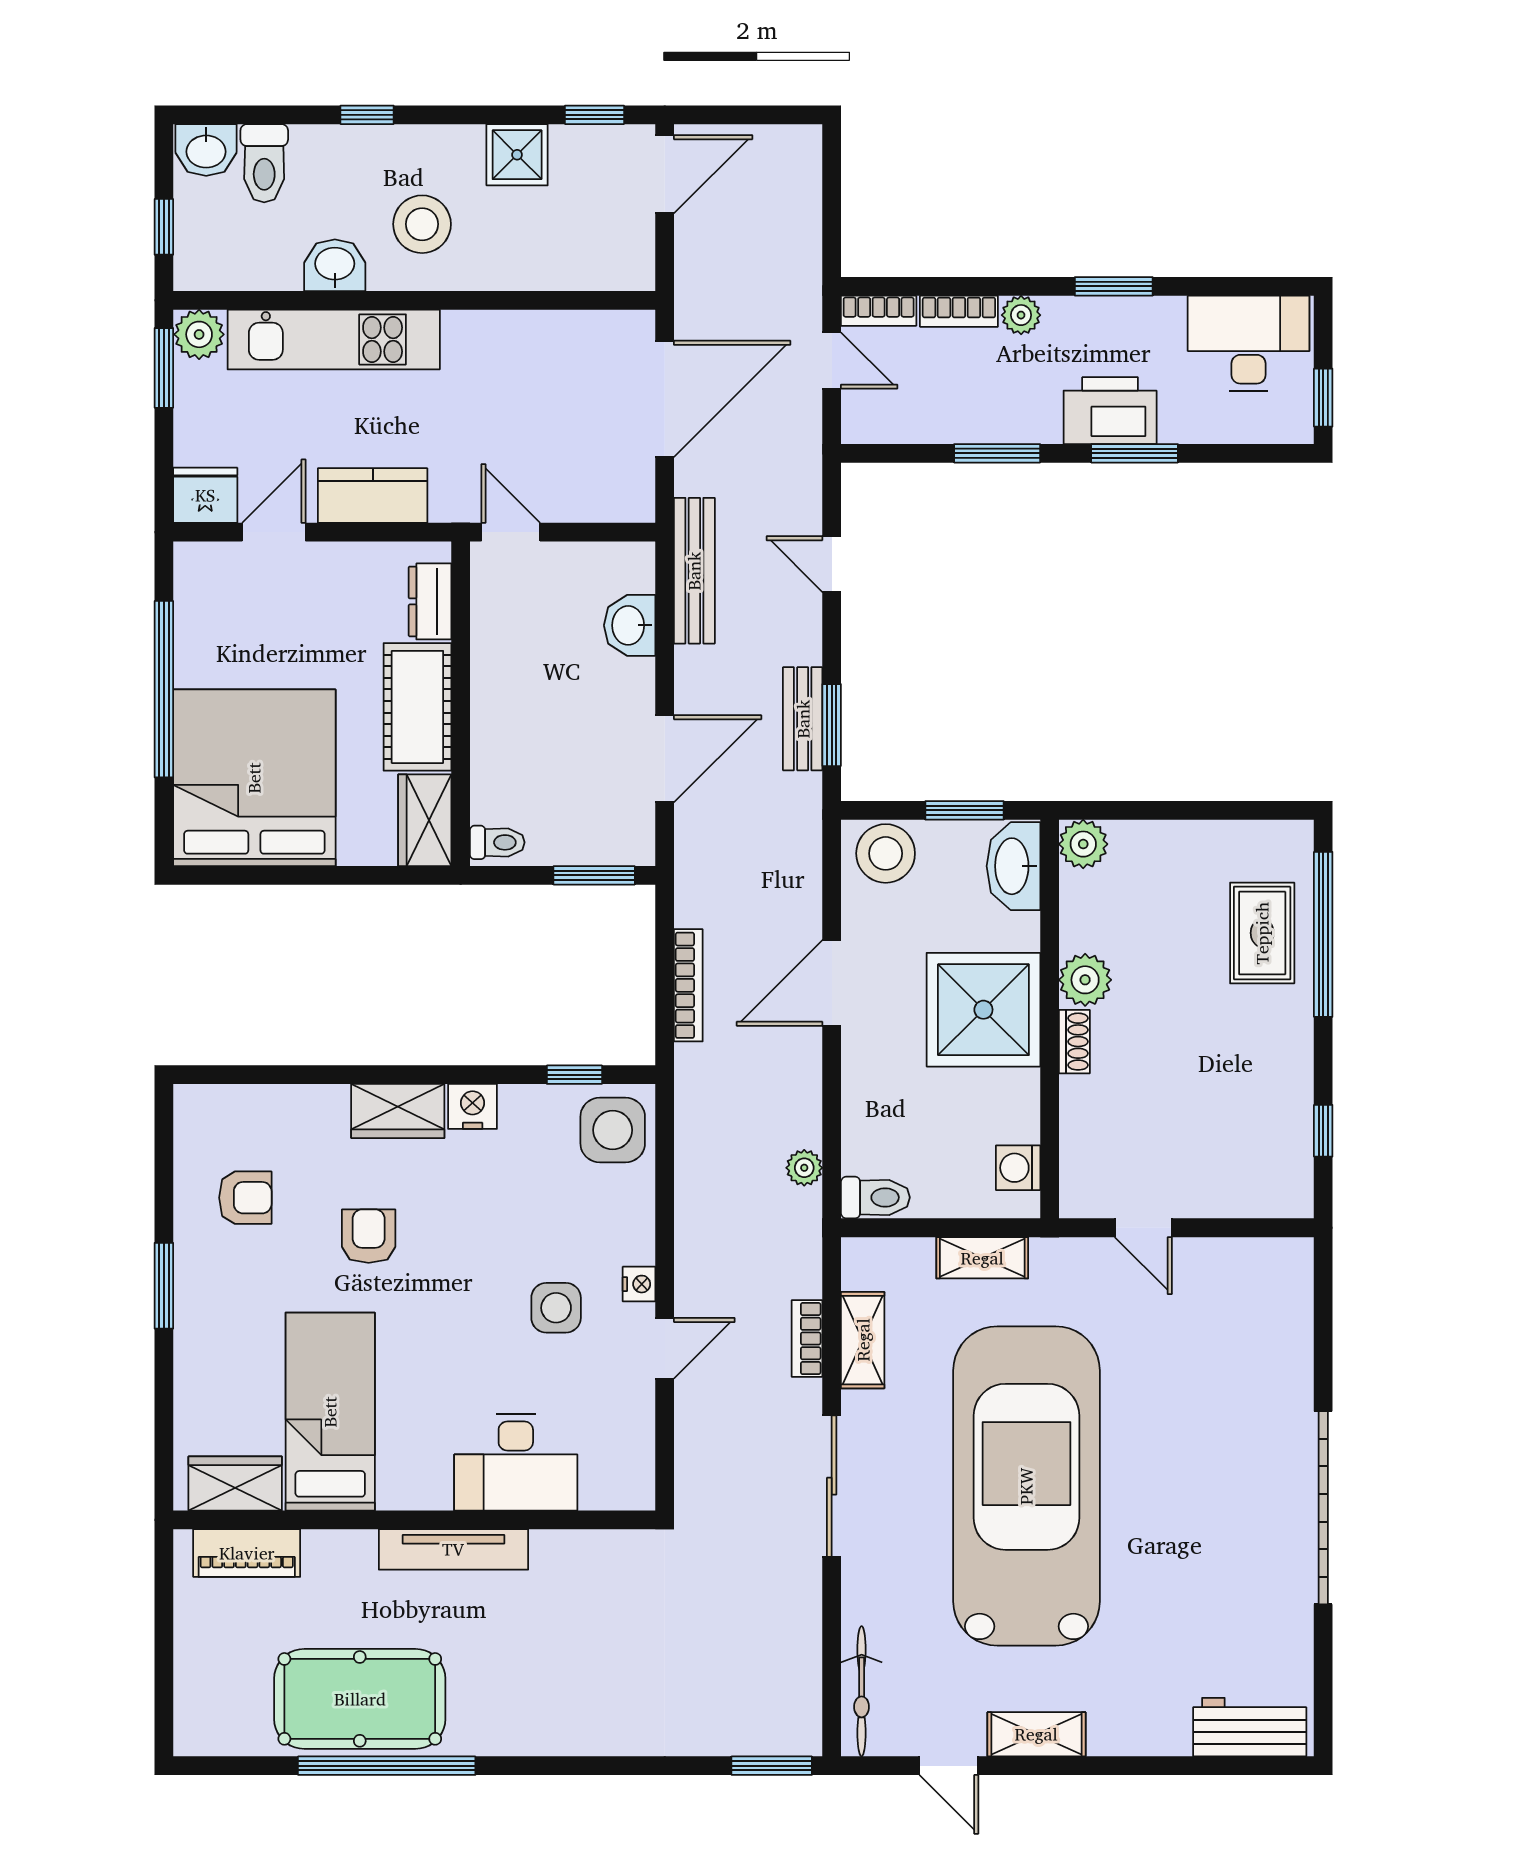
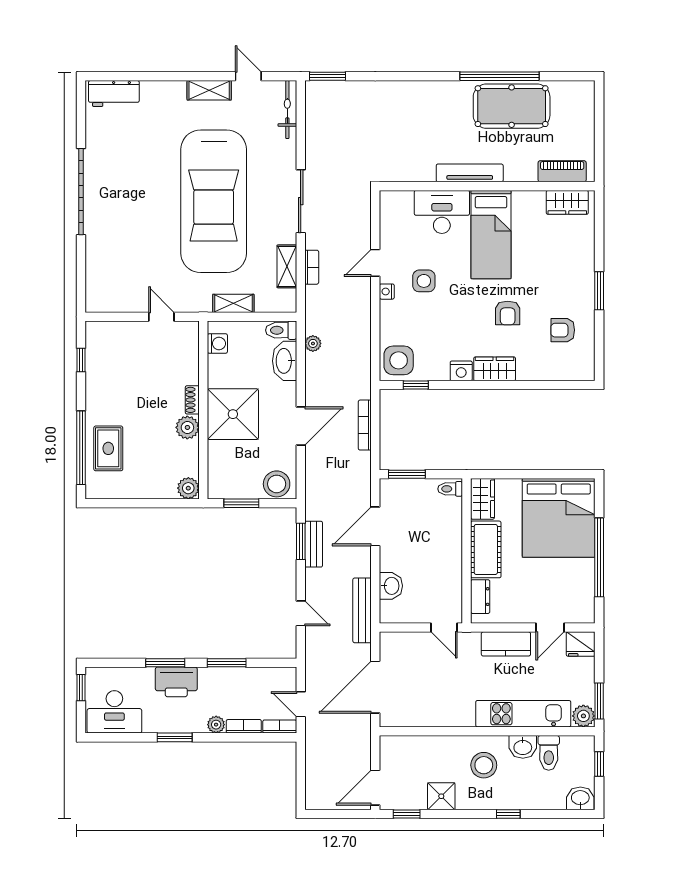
toilet: (264, 163) -> (549, 753), moved, turned 180
washbasin: (1013, 866) -> (285, 361), moved, turned 180
bed: (330, 1412) -> (491, 235), moved

